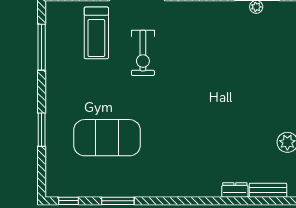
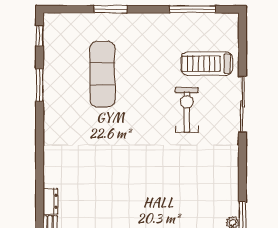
exercise bike: (143, 53) -> (187, 110), turned 90
exercise mat: (107, 138) -> (102, 74), width x0.68

